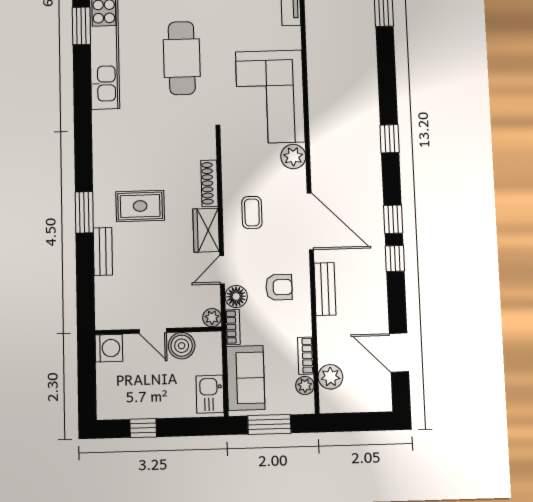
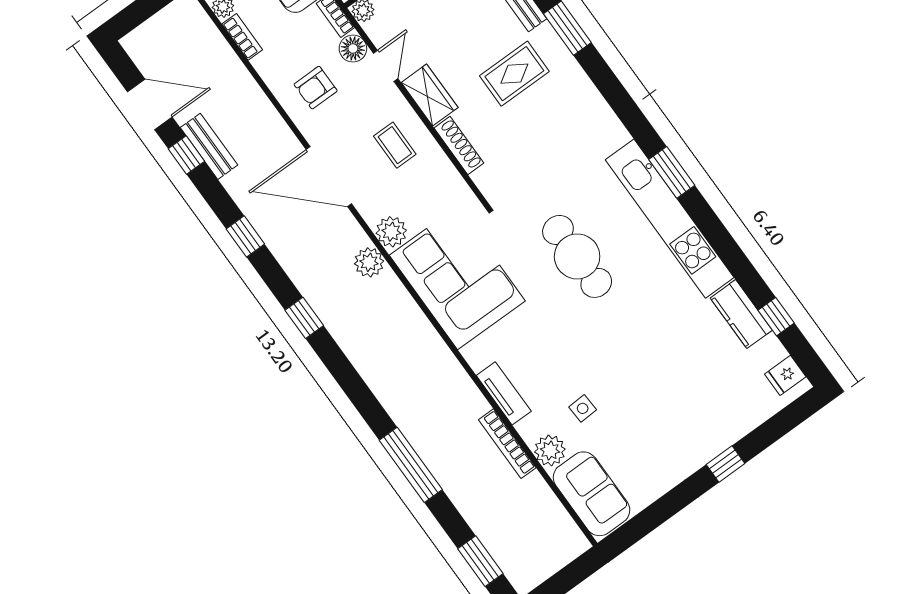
window: (81, 26) -> (672, 172), moved
window: (395, 259) -> (186, 155), moved
bench: (325, 289) -> (209, 146), moved
plant: (330, 377) -> (369, 262), moved

